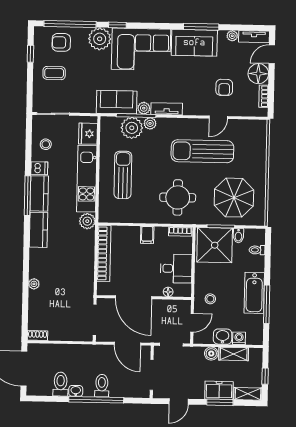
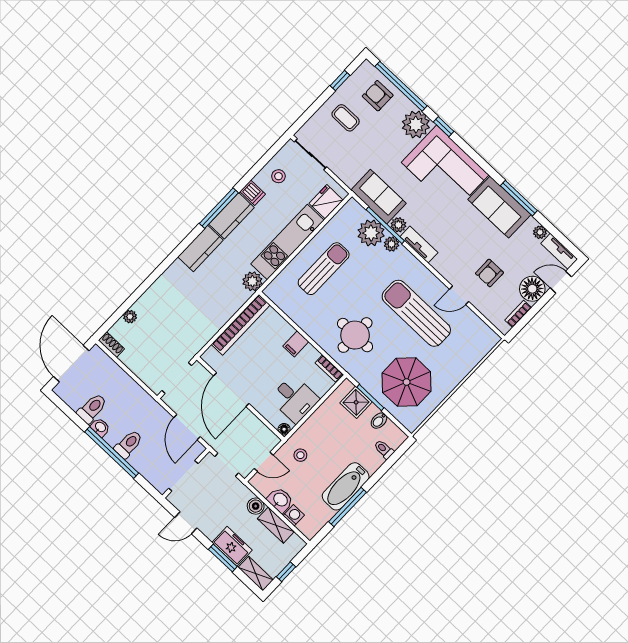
shower: (215, 245) -> (356, 402), width x0.54, depth x0.54
plant: (34, 284) -> (130, 317), moved
floor lamp: (168, 292) -> (284, 429), moved

